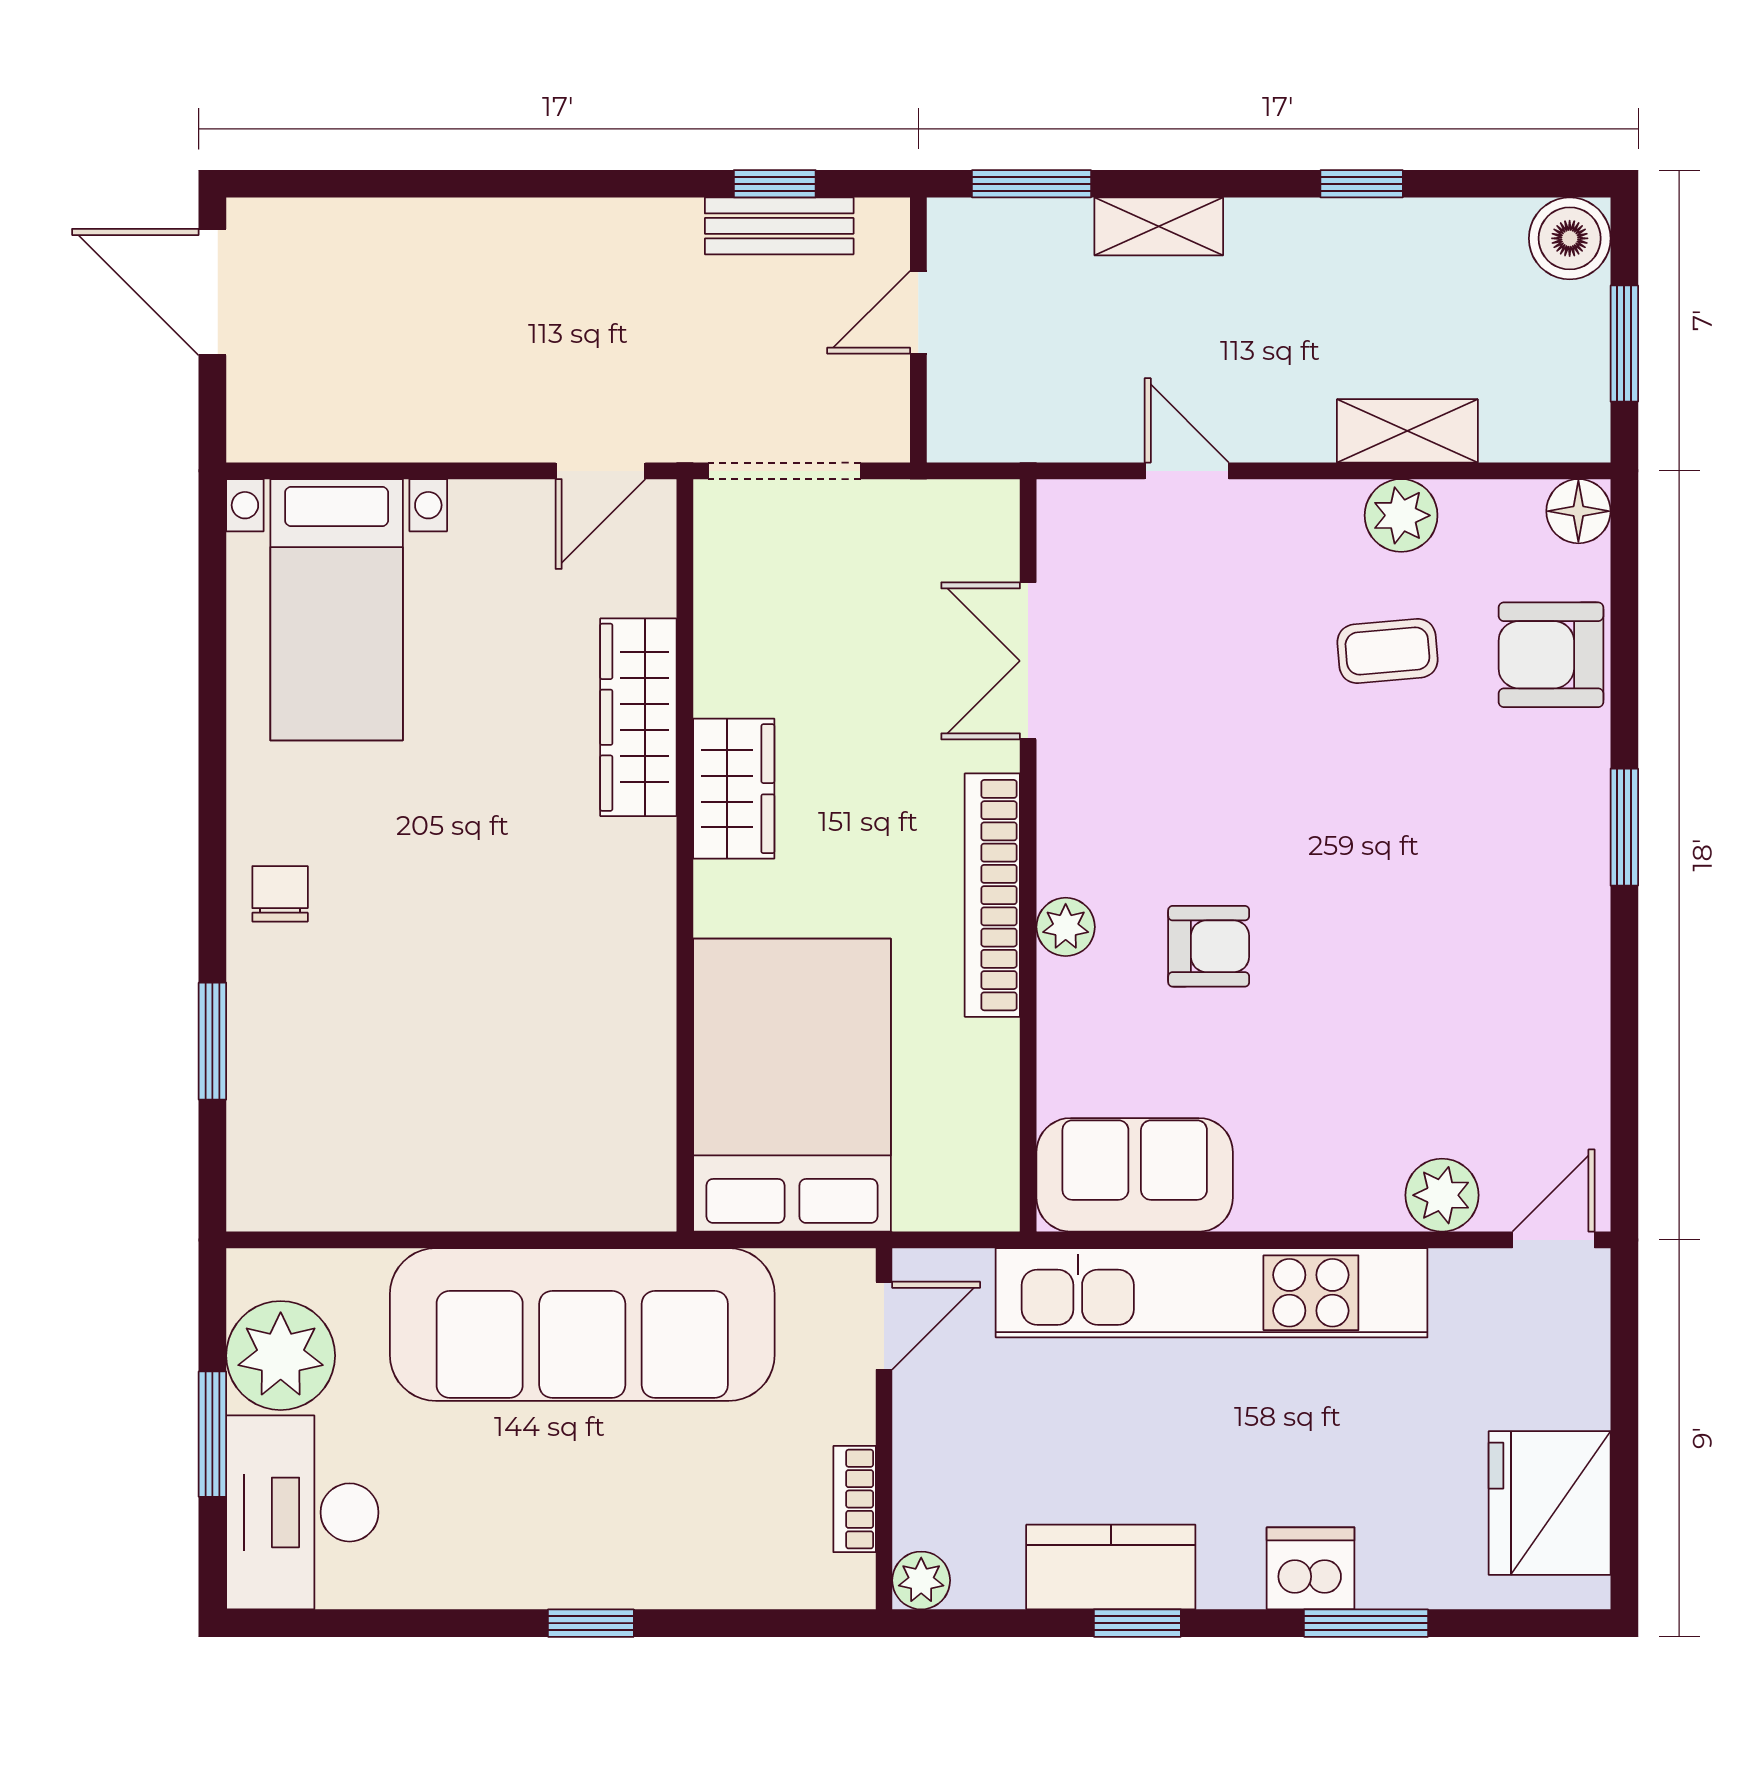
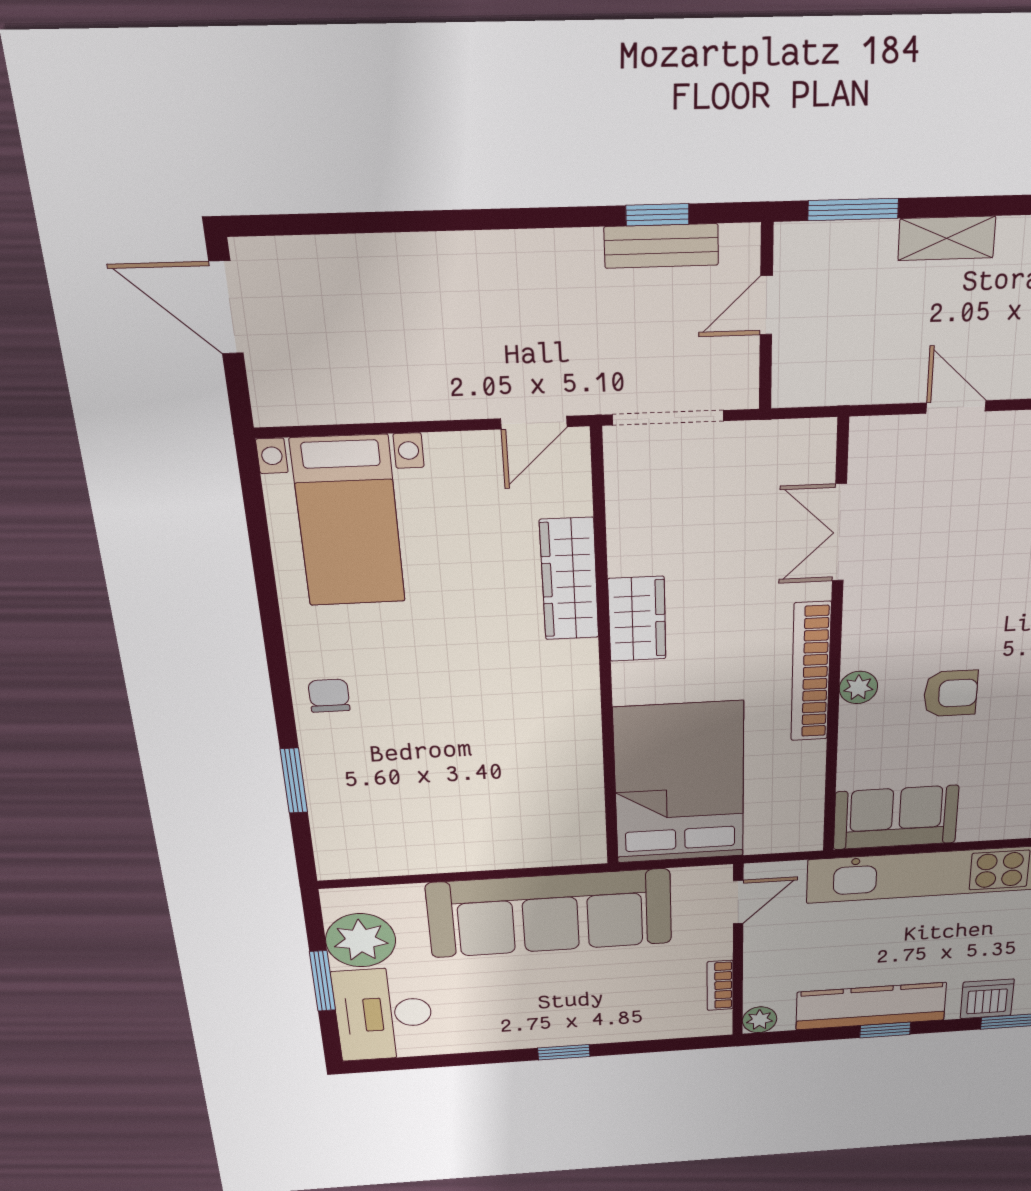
kitchen counter: (1111, 1567) -> (871, 1006), width x1.50

